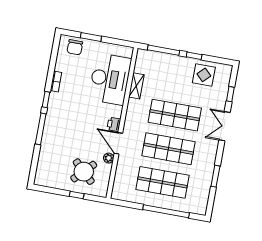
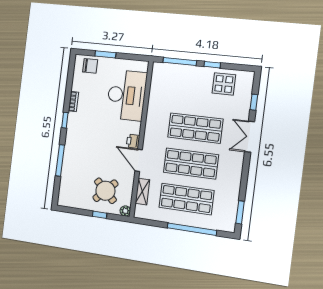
chair: (75, 47) -> (90, 66), turned -90
shelving: (136, 86) -> (142, 192), moved
window: (41, 129) -> (60, 160), moved
plant: (109, 158) -> (125, 211), moved
window: (215, 176) -> (240, 212), moved

